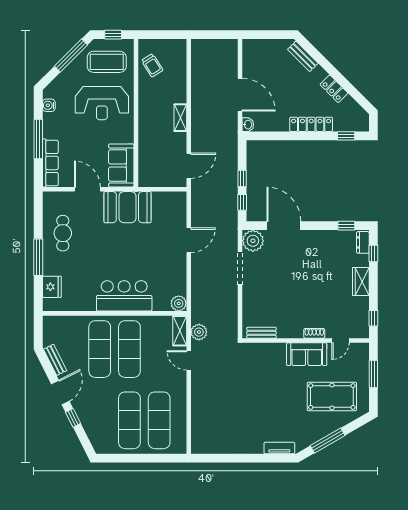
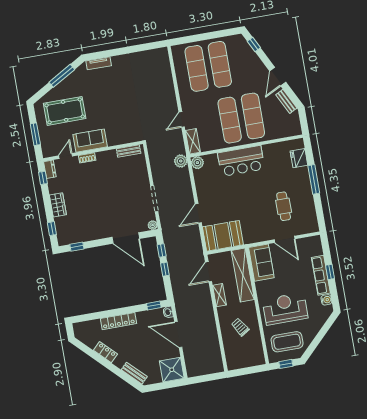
shower: (256, 52) -> (172, 370), added
window: (71, 56) -> (316, 342), removed
trolley: (152, 65) -> (240, 327), moved
shelving: (180, 118) -> (219, 295), moved
window: (346, 136) -> (154, 306), moved
window: (38, 139) -> (330, 272), width x0.46
shelving: (147, 154) -> (243, 275), added
row of seats: (50, 163) -> (321, 275), moved
booth: (127, 207) -> (223, 236), moved
cafe table: (63, 233) -> (284, 206), moved
plant: (253, 241) -> (153, 225), width x0.53, depth x0.53
dresser: (363, 242) -> (50, 169), moved
plant: (199, 332) -> (181, 161), moved
door: (189, 360) -> (182, 119), swing flipped
window: (73, 418) -> (254, 45), moved

